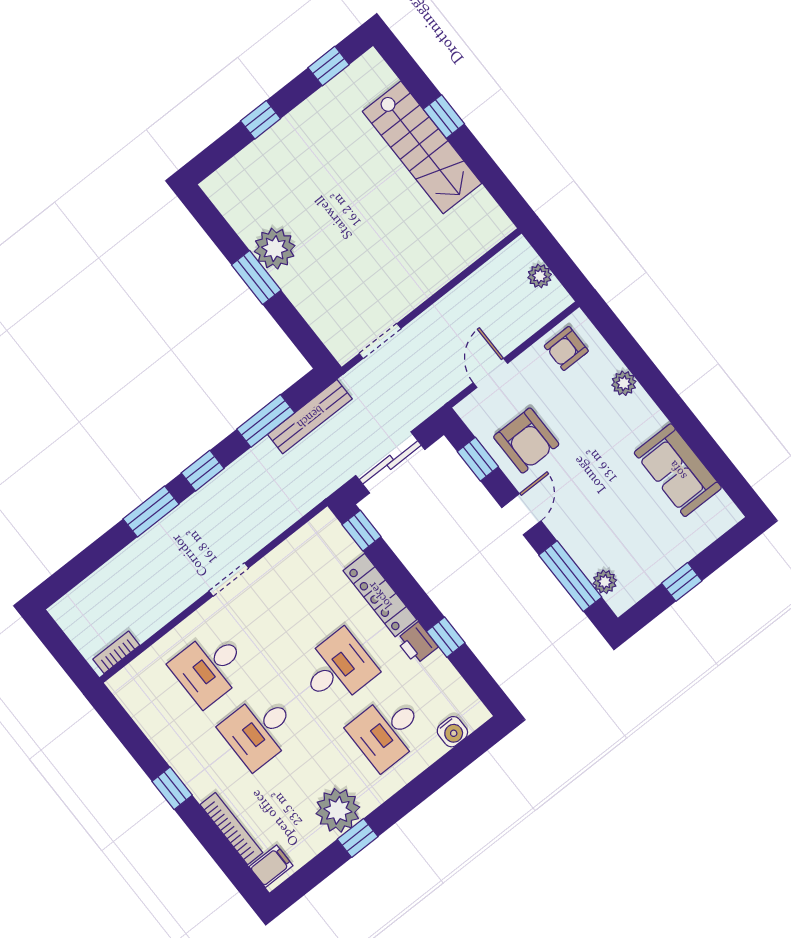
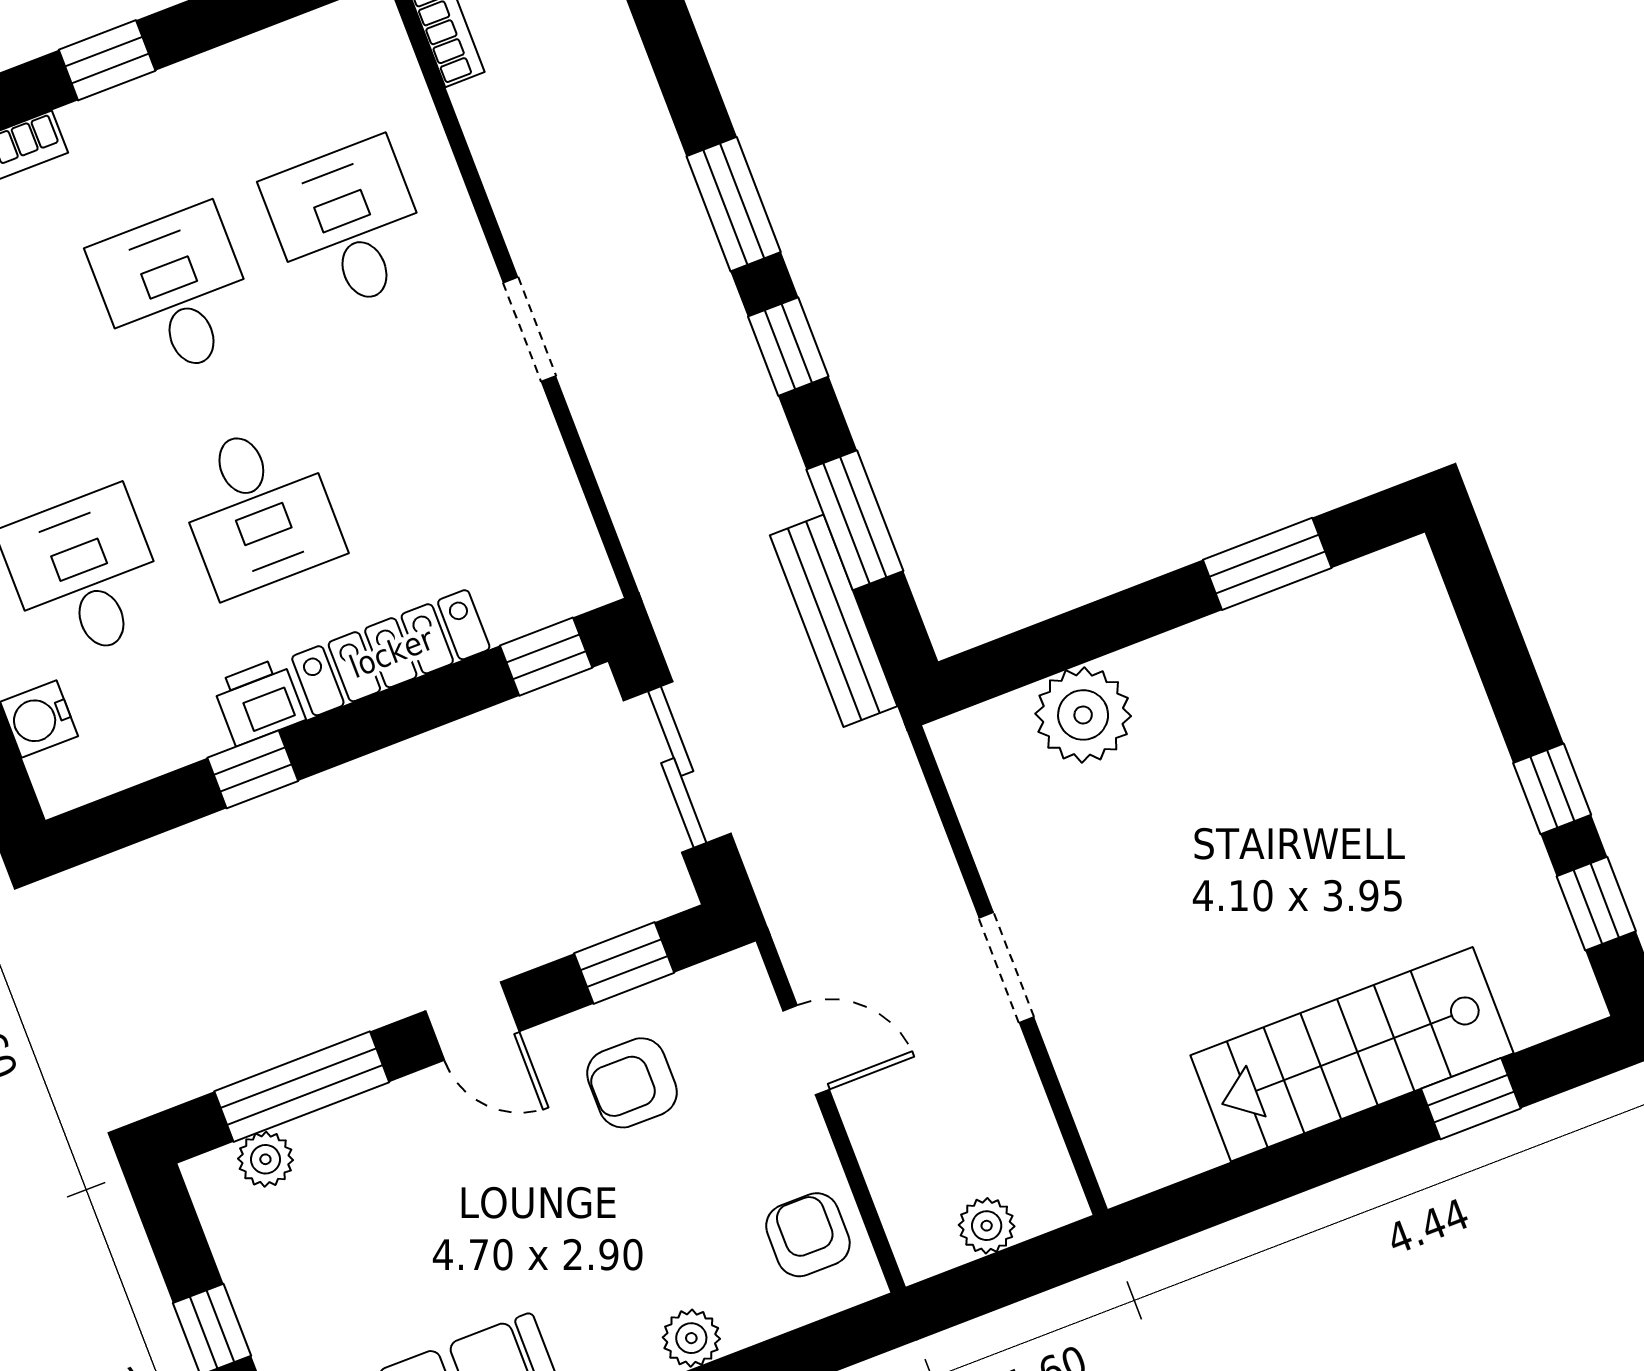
window: (444, 117) -> (1471, 1099), moved
window: (261, 120) -> (1552, 789), moved
plant: (275, 249) -> (1083, 715), moved
window: (256, 278) -> (1267, 564), moved
doorway: (380, 341) -> (1006, 967), moved
armchair: (526, 441) -> (632, 1083), width x0.72, depth x0.72

